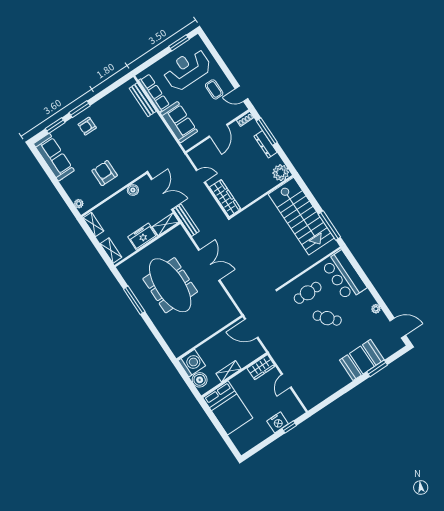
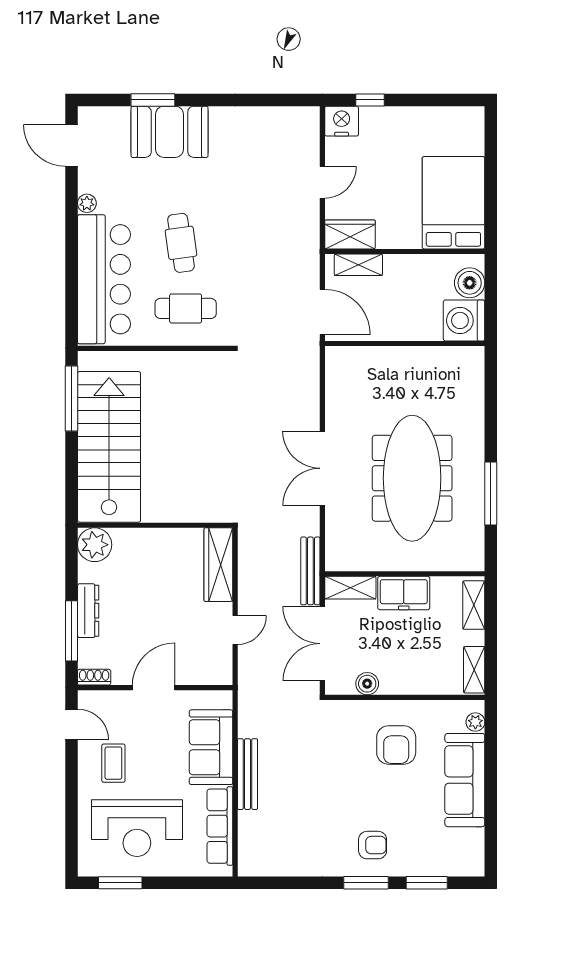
bench: (143, 100) -> (247, 774), moved
sofa: (54, 157) -> (465, 780), moved
door: (201, 176) -> (235, 630), swing flipped
bar counter: (344, 276) -> (104, 279), width x1.36
cafe table: (327, 318) -> (181, 243), turned 34
shelving: (228, 371) -> (358, 265), moved
nightstand: (278, 422) -> (342, 121), moved

